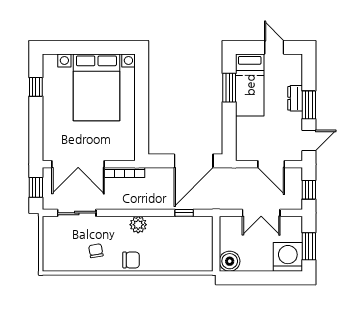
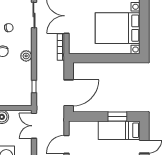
door: (194, 161) -> (69, 93), swing flipped
double door: (261, 213) -> (34, 126), moved

